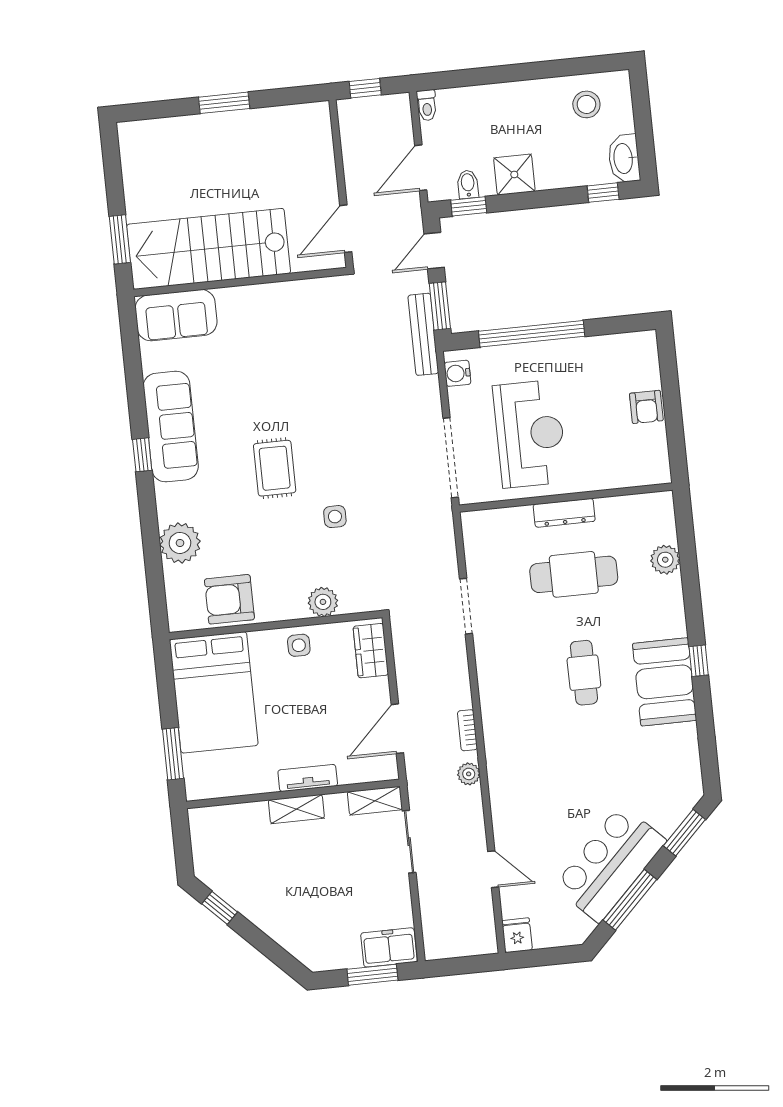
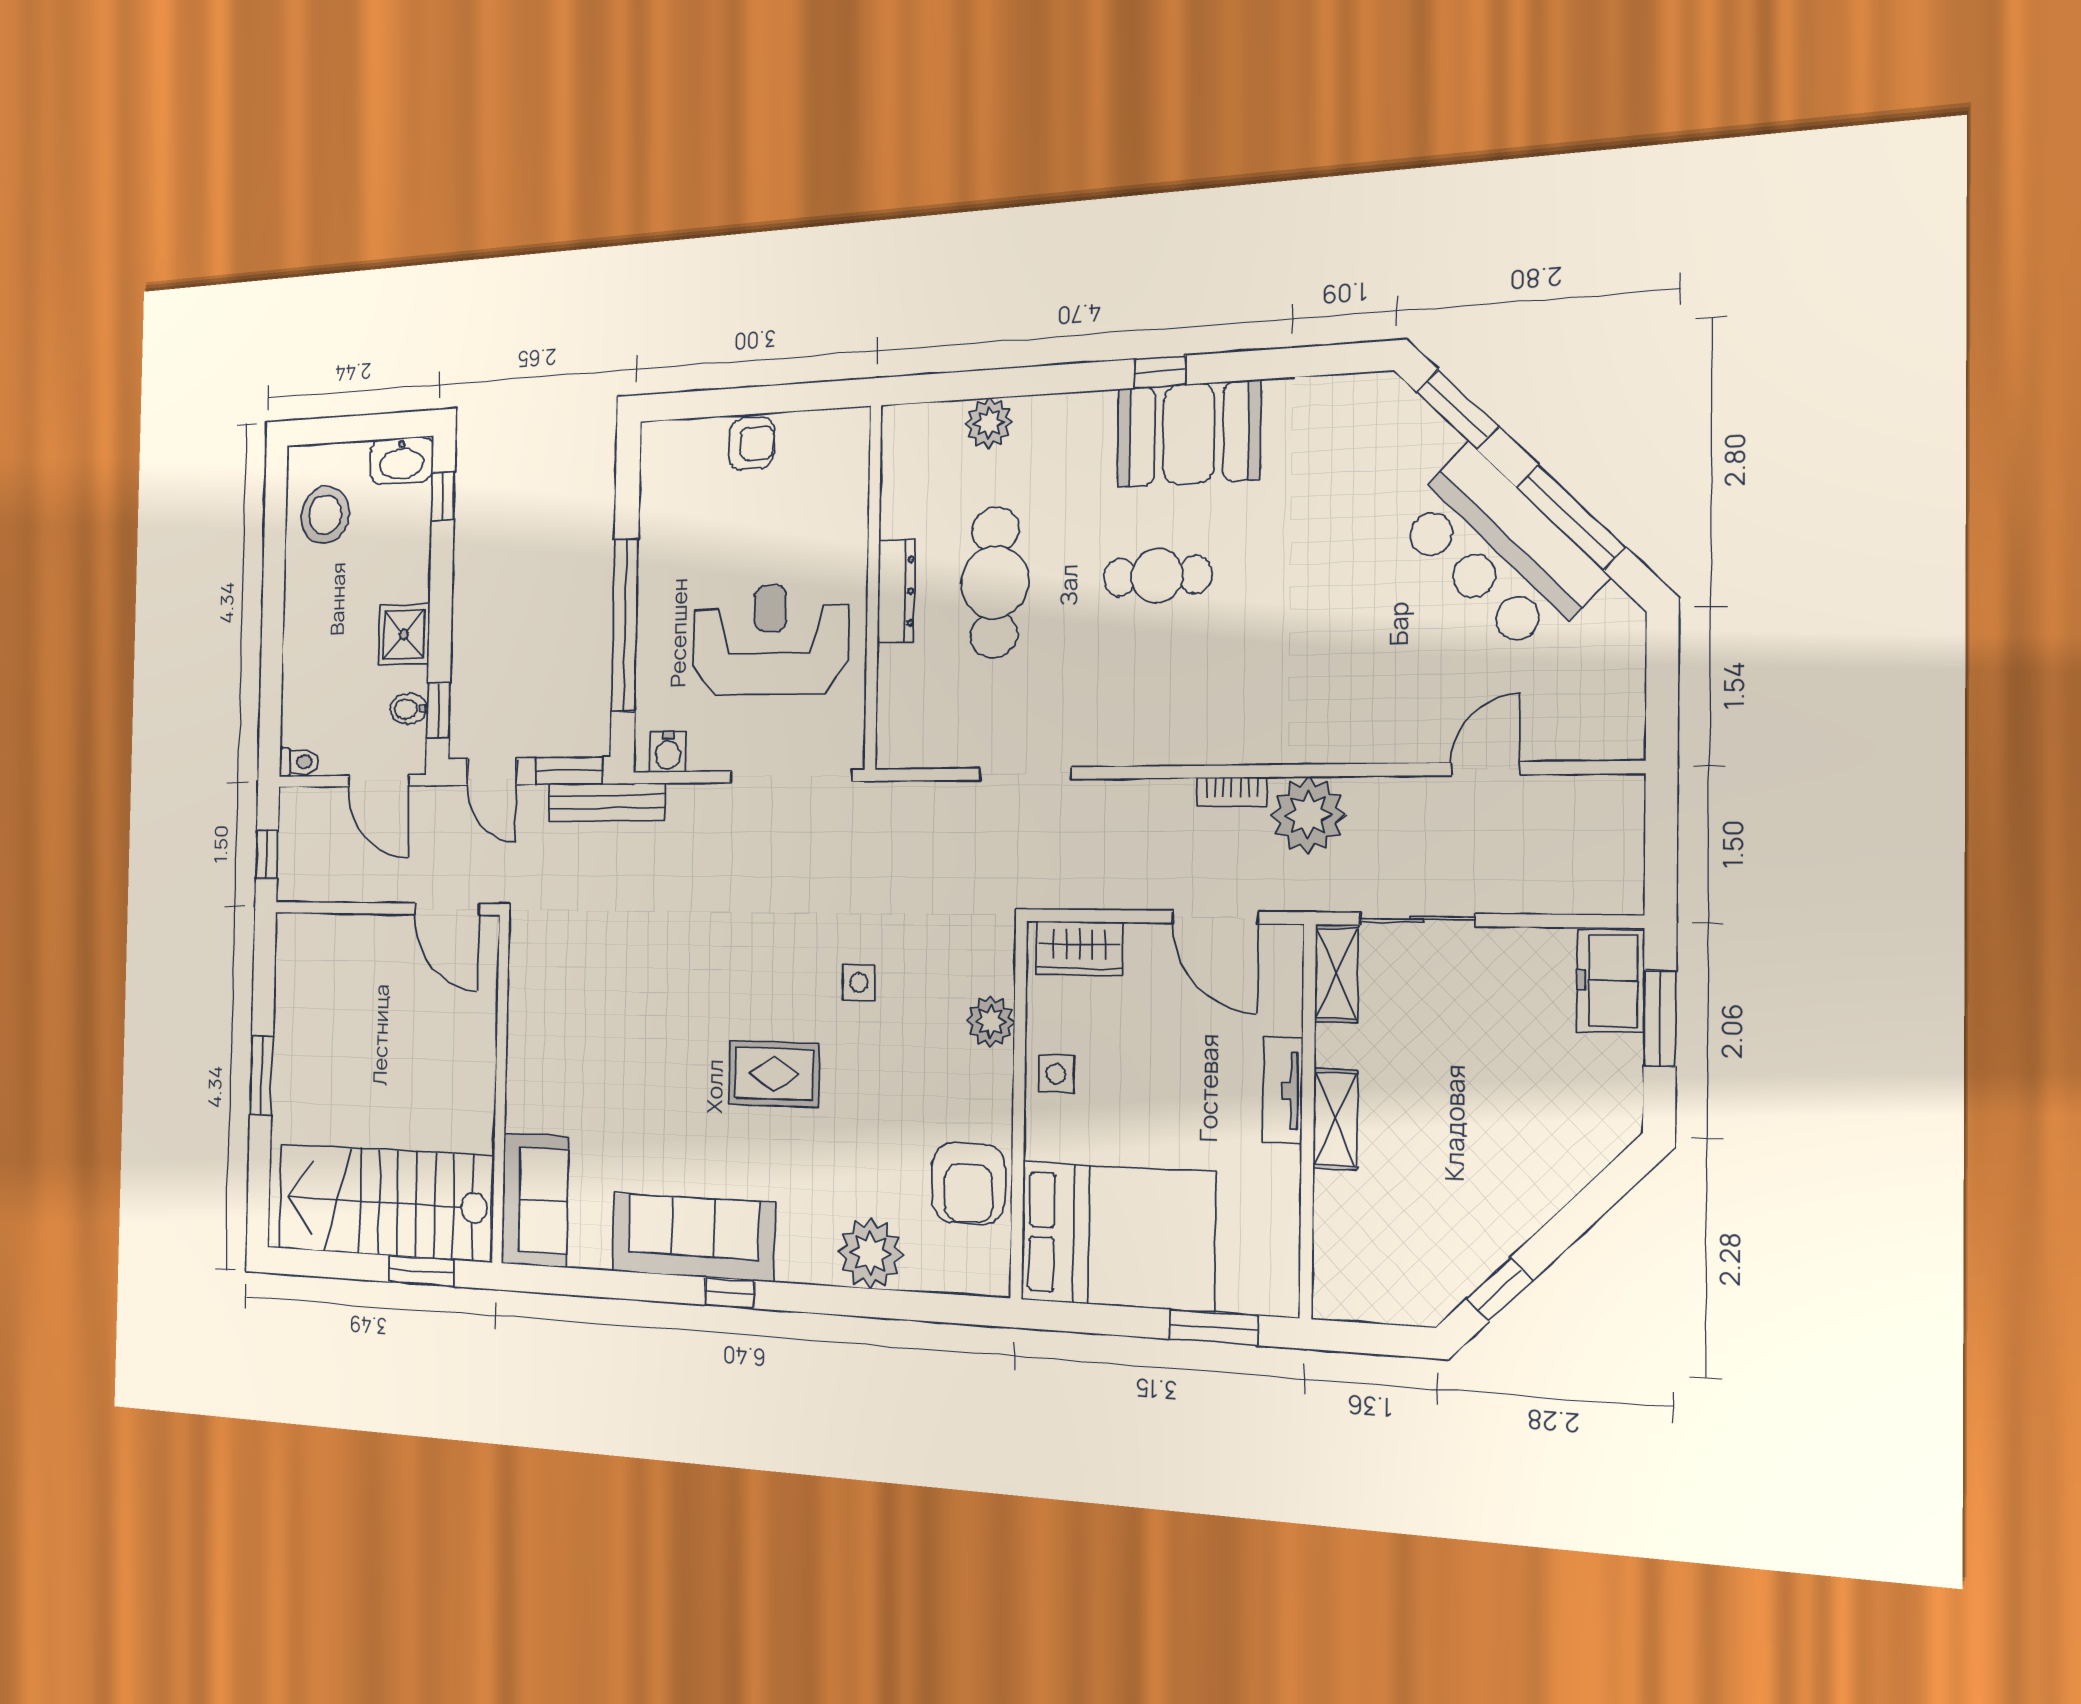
stool: (586, 104) -> (325, 515), width x1.38, depth x1.38
stairs: (209, 249) -> (384, 1202), moved, turned 90
plant: (469, 774) -> (1308, 815), width x1.87, depth x1.87
fridge: (517, 935) -> (1614, 735), removed

